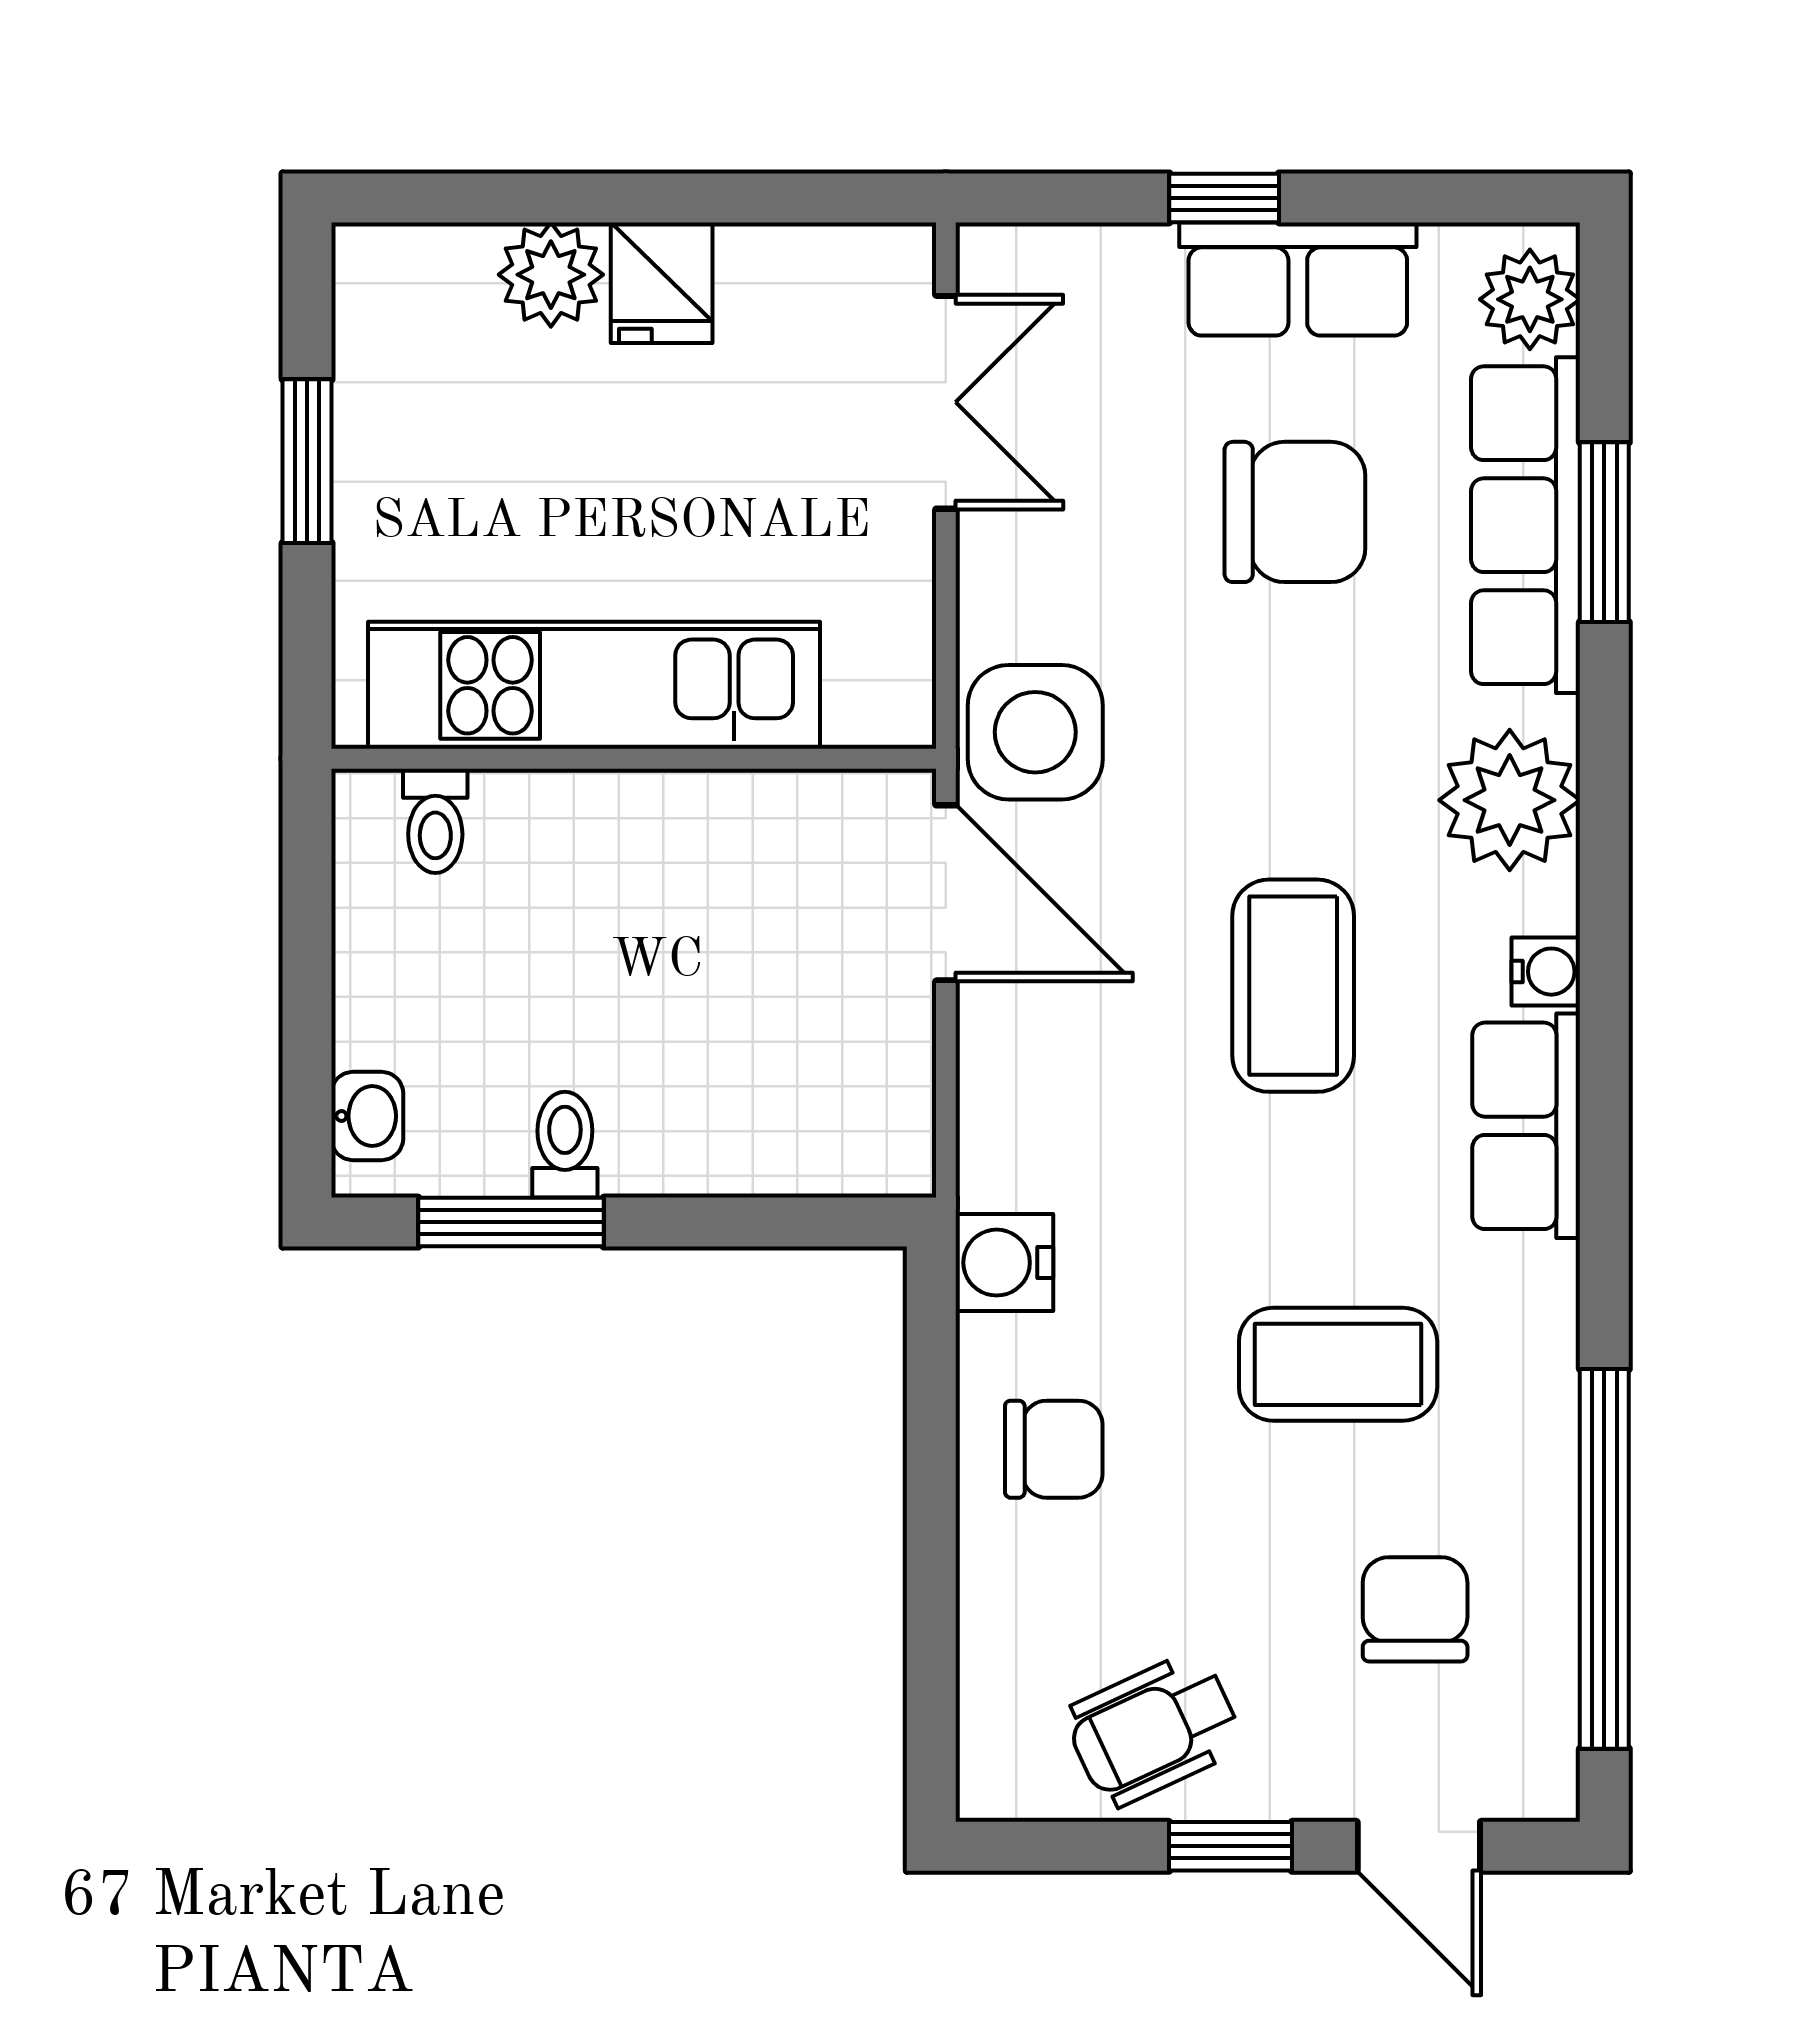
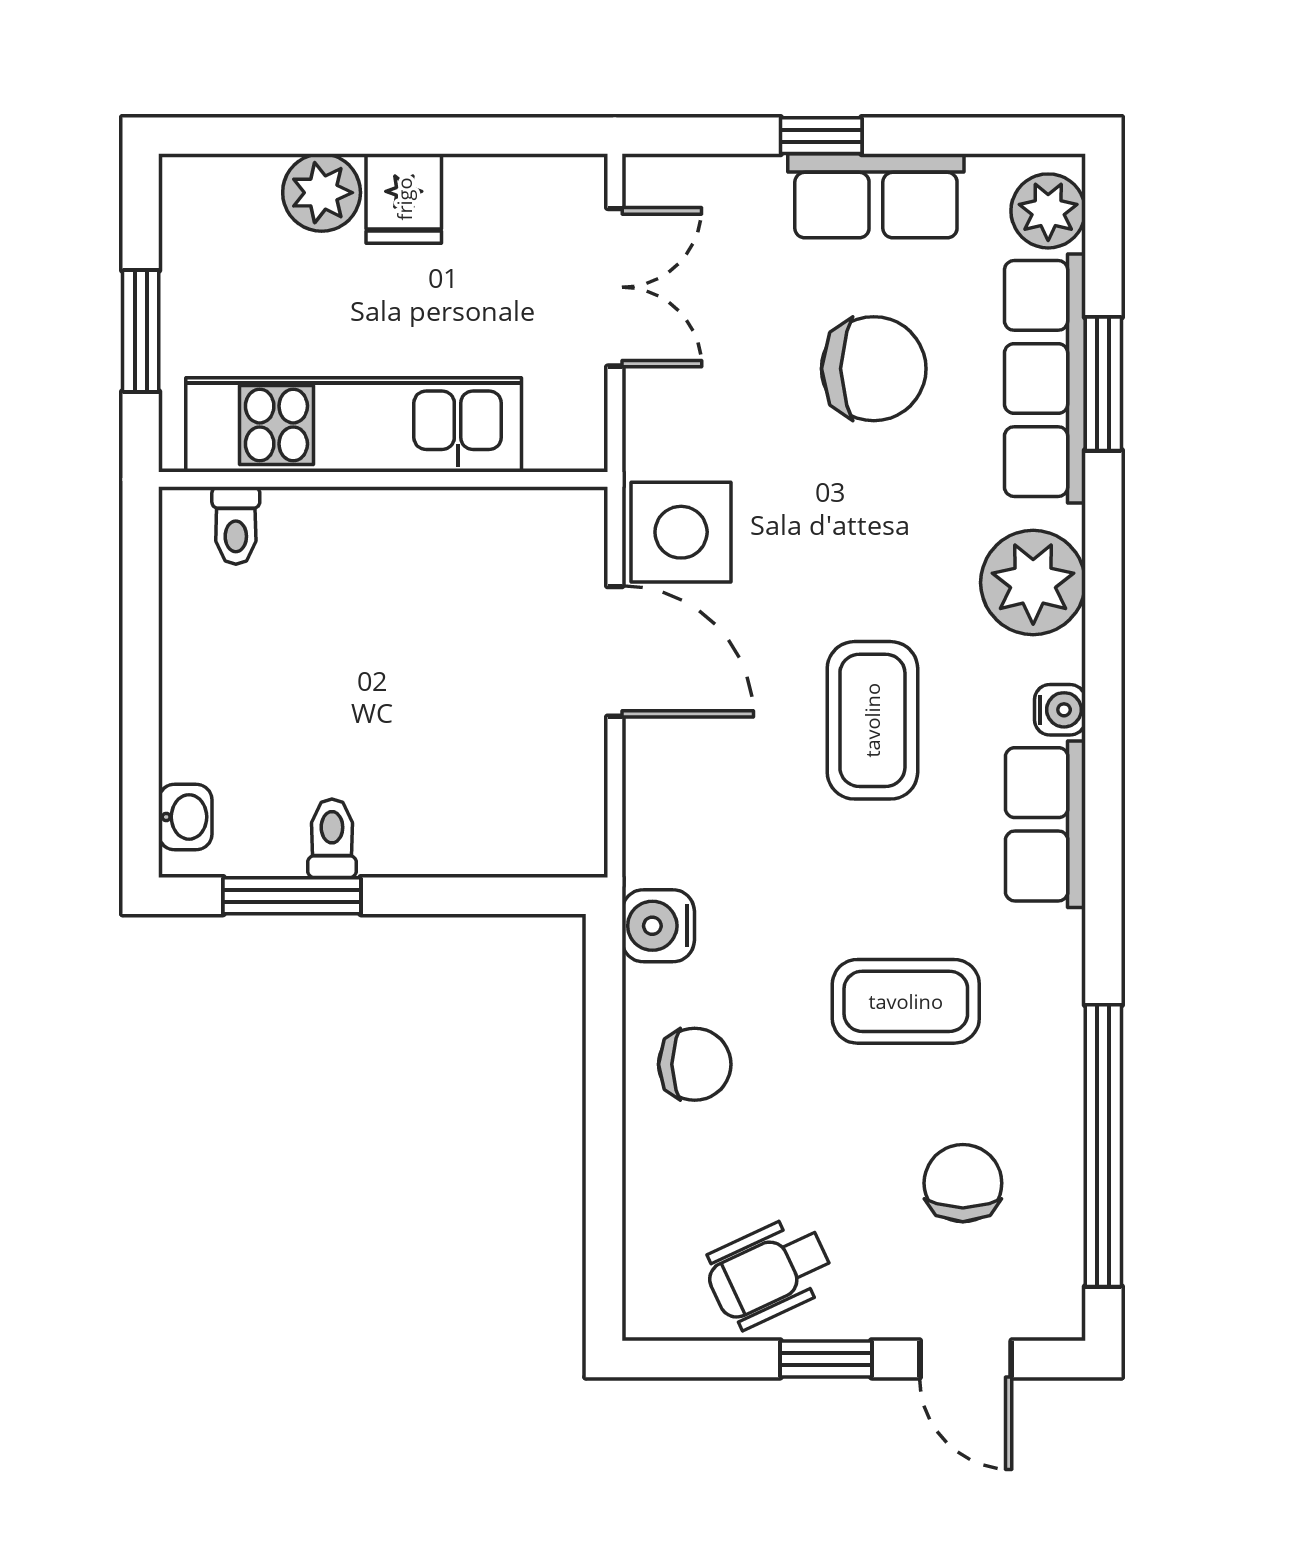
kitchen unit: (594, 685) -> (354, 425), moved
wall: (634, 759) -> (383, 479), moved
toilet: (435, 821) -> (236, 526), moved

